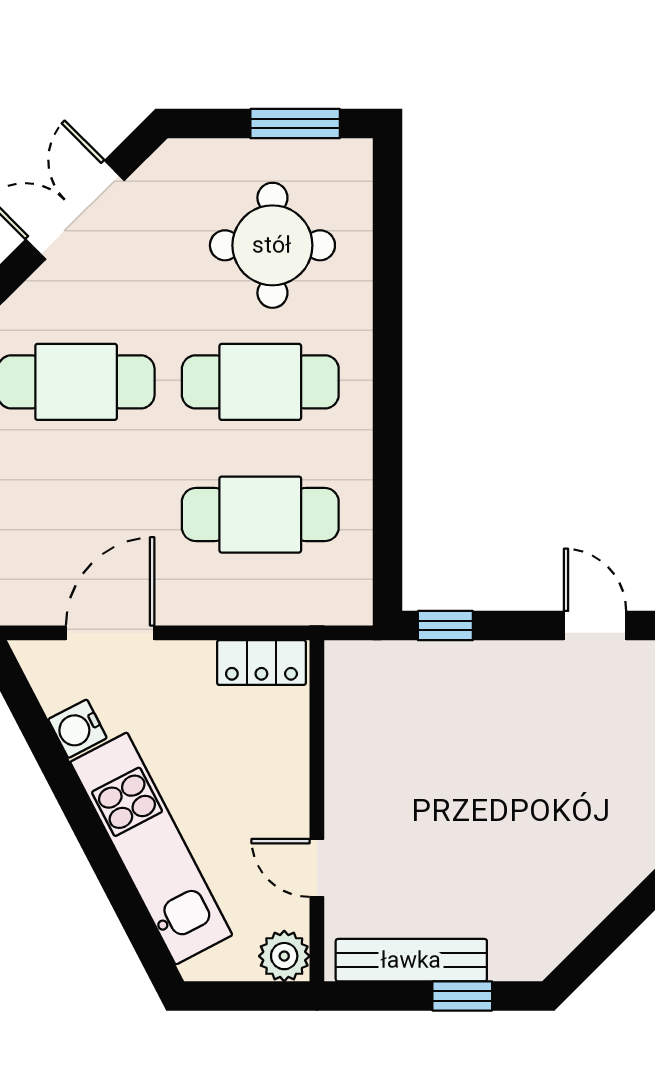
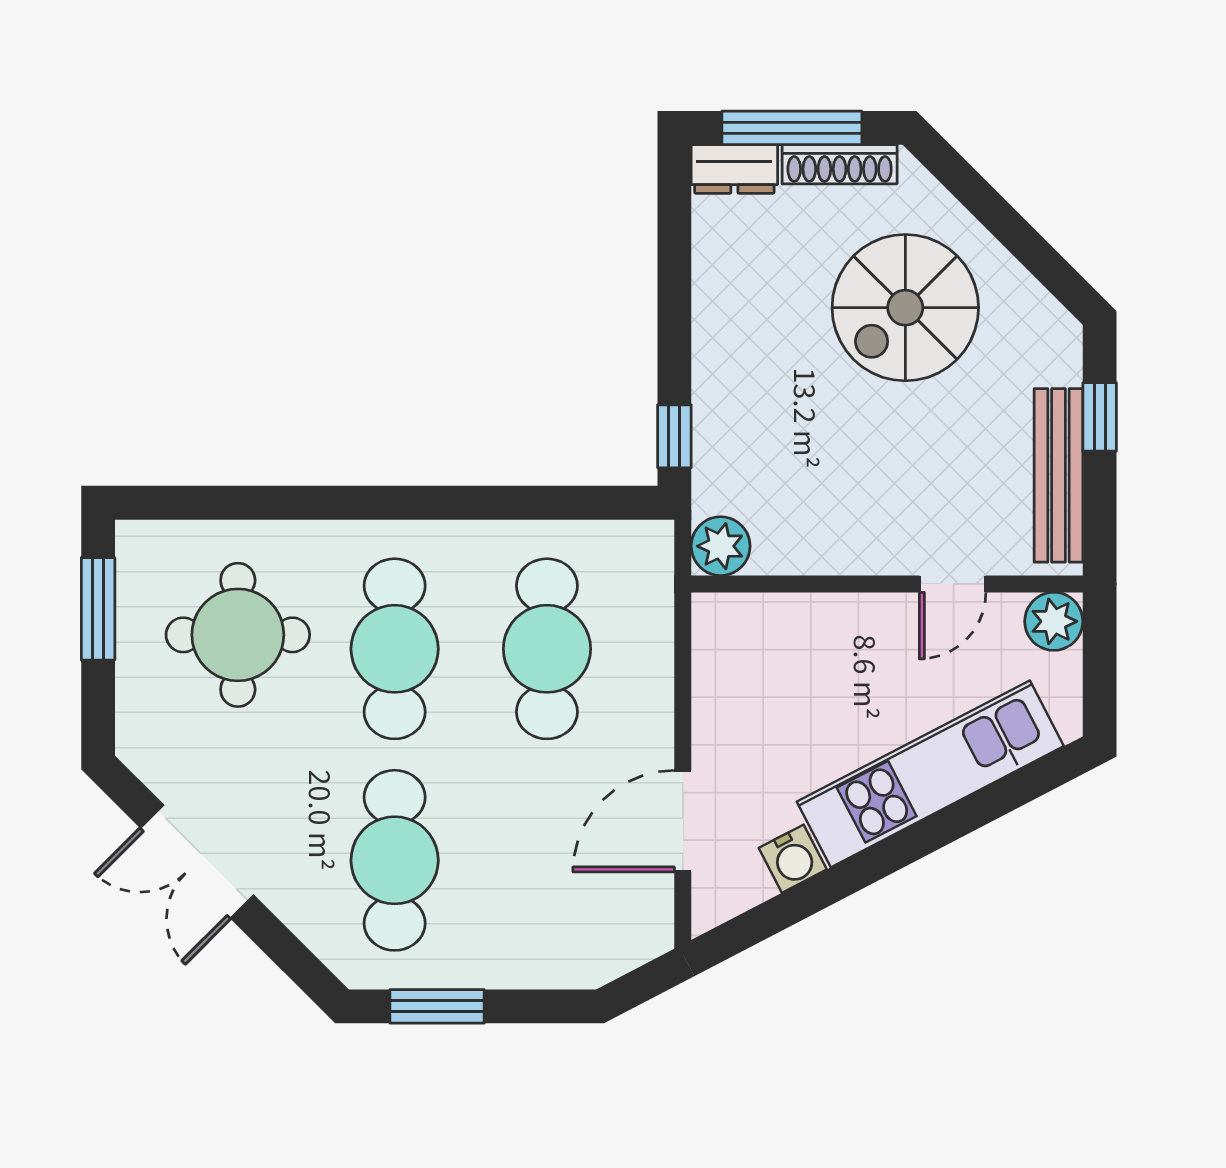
door: (595, 626) -> (674, 265), removed
door: (110, 633) -> (683, 821), hinge flipped
locker: (261, 663) -> (717, 647), removed
plant: (350, 666) -> (721, 546), added
spiral stairs: (557, 827) -> (905, 308), added

